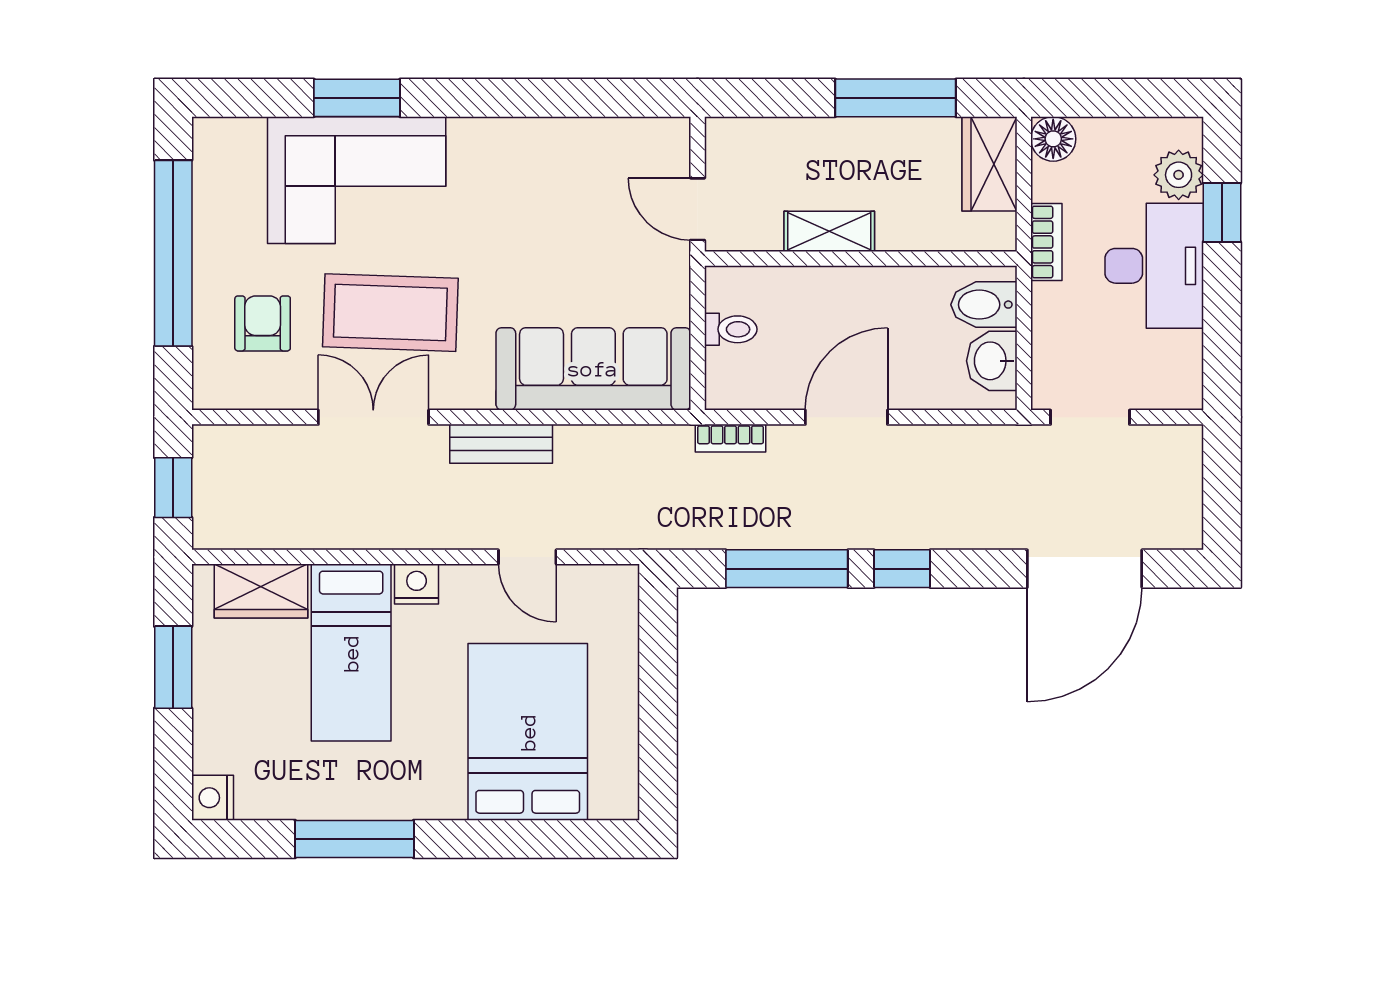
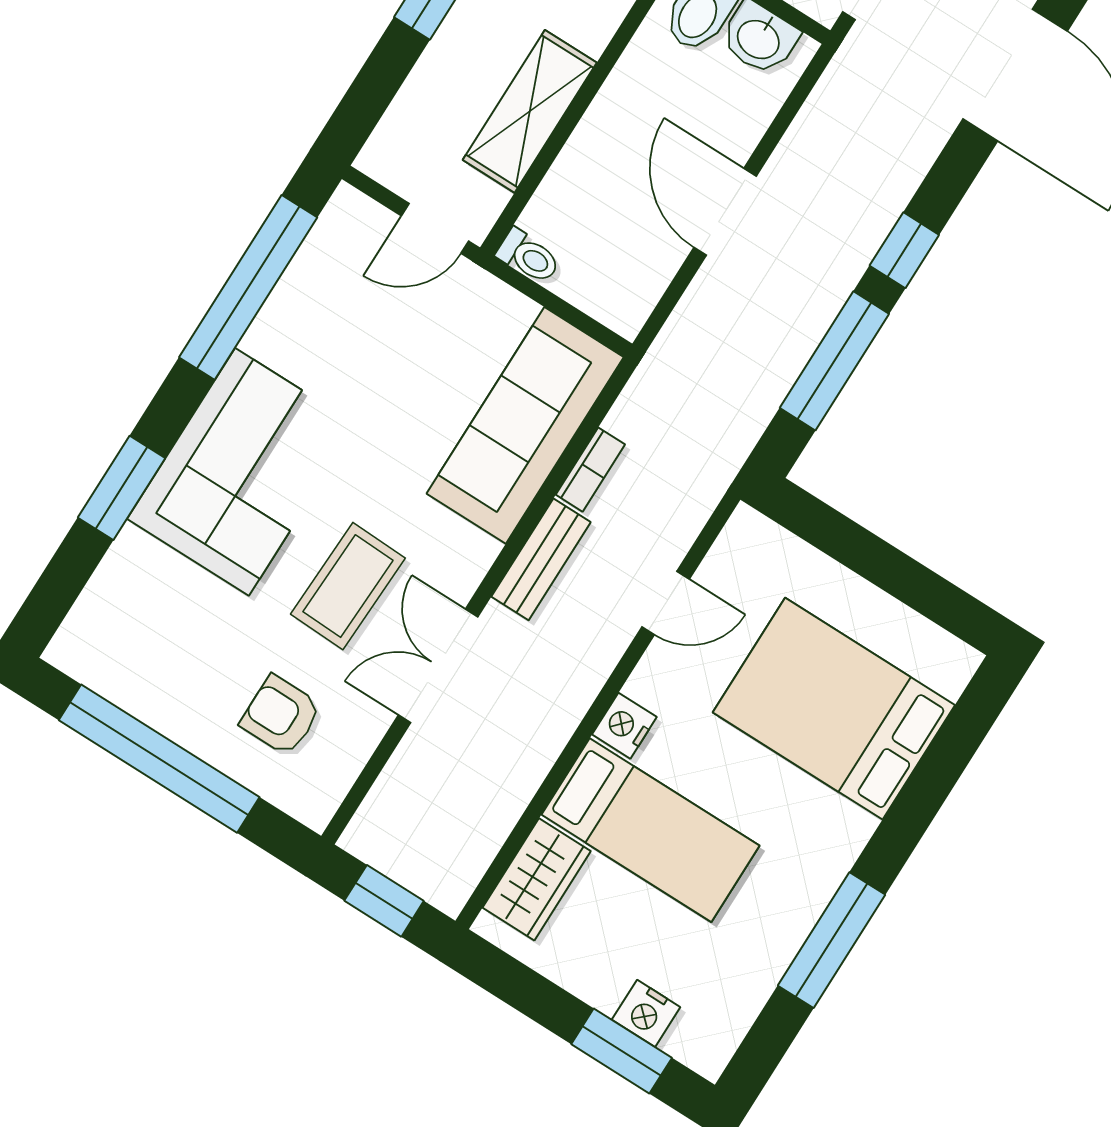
window: (566, 98) -> (248, 287), added
corner sofa: (357, 180) -> (242, 472), moved
shelving: (829, 231) -> (530, 111), width x1.50, depth x1.33
coffee table: (390, 313) -> (348, 586), width x0.73, depth x0.76
toilet: (731, 329) -> (528, 256), moved, turned 90
bookcase: (730, 438) -> (590, 470), moved
window: (173, 667) -> (622, 1051), moved
nightstand: (213, 798) -> (646, 1013), moved

